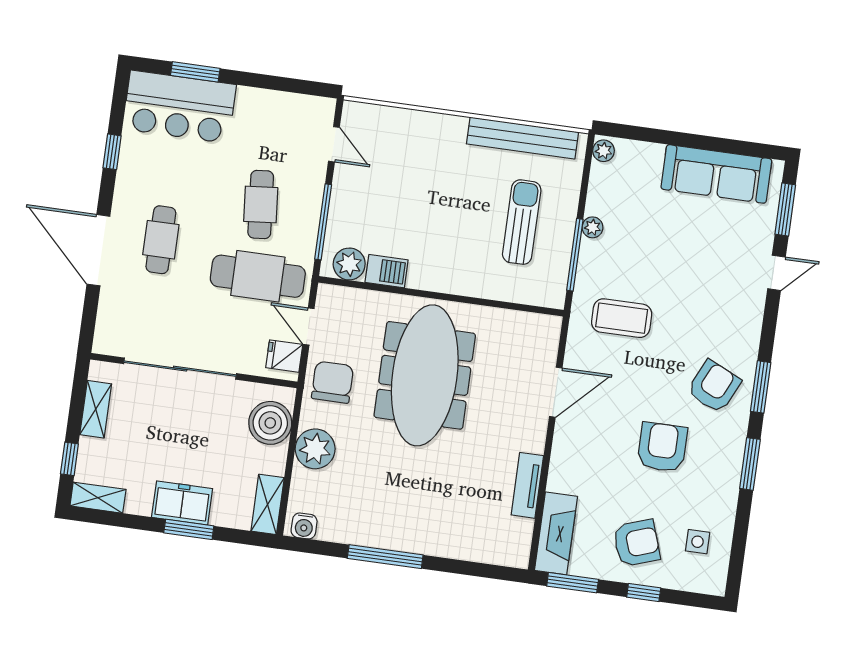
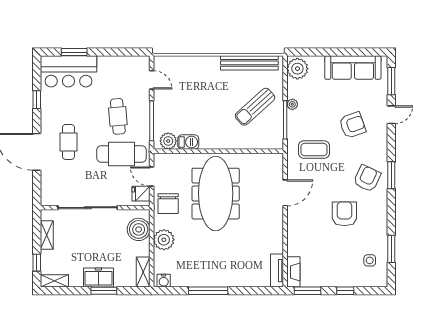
plant: (604, 151) -> (297, 69), width x1.87, depth x1.87
sun lounger: (522, 222) -> (255, 107), turned -132
chair: (332, 382) -> (168, 204), turned 180
window: (750, 464) -> (391, 249), moved
tv unit: (527, 485) -> (277, 271), moved
fireplace: (556, 533) -> (293, 272), width x0.73, depth x0.76
armchair: (637, 543) -> (352, 125), moved

